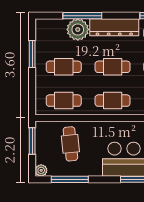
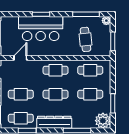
plant: (78, 30) -> (103, 121), moved

